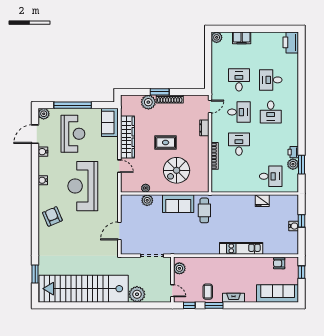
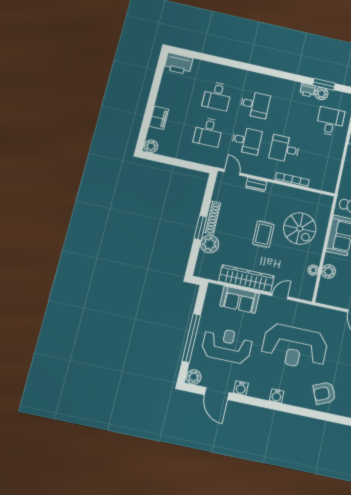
desk: (239, 80) -> (208, 132), turned -90
desk: (239, 112) -> (246, 141), turned 90
sofa: (110, 122) -> (240, 300), moved

